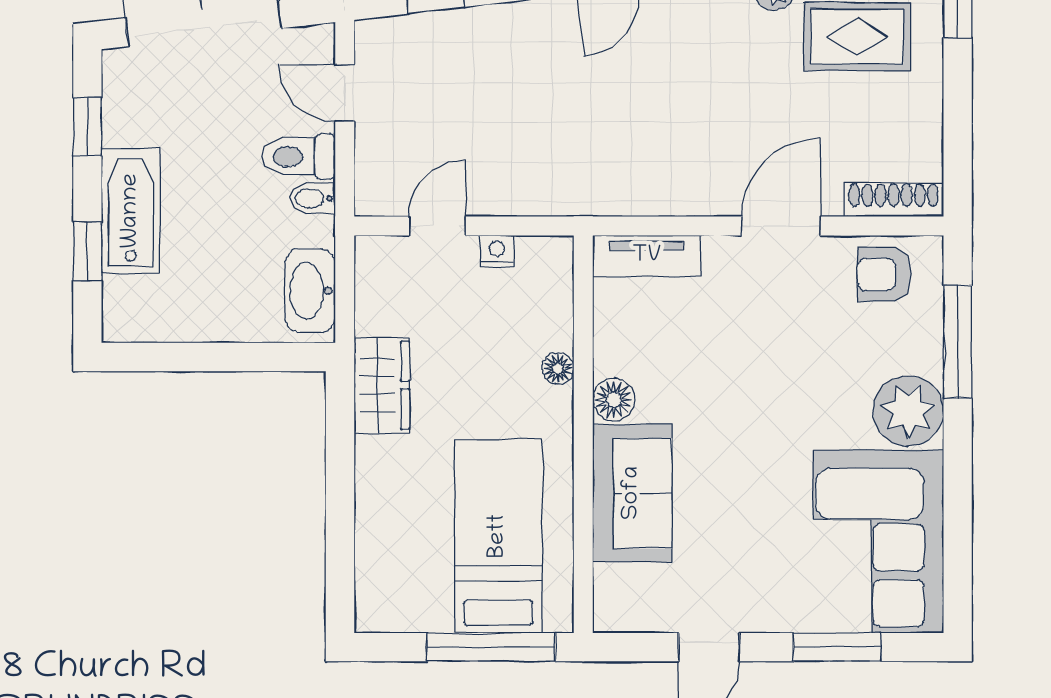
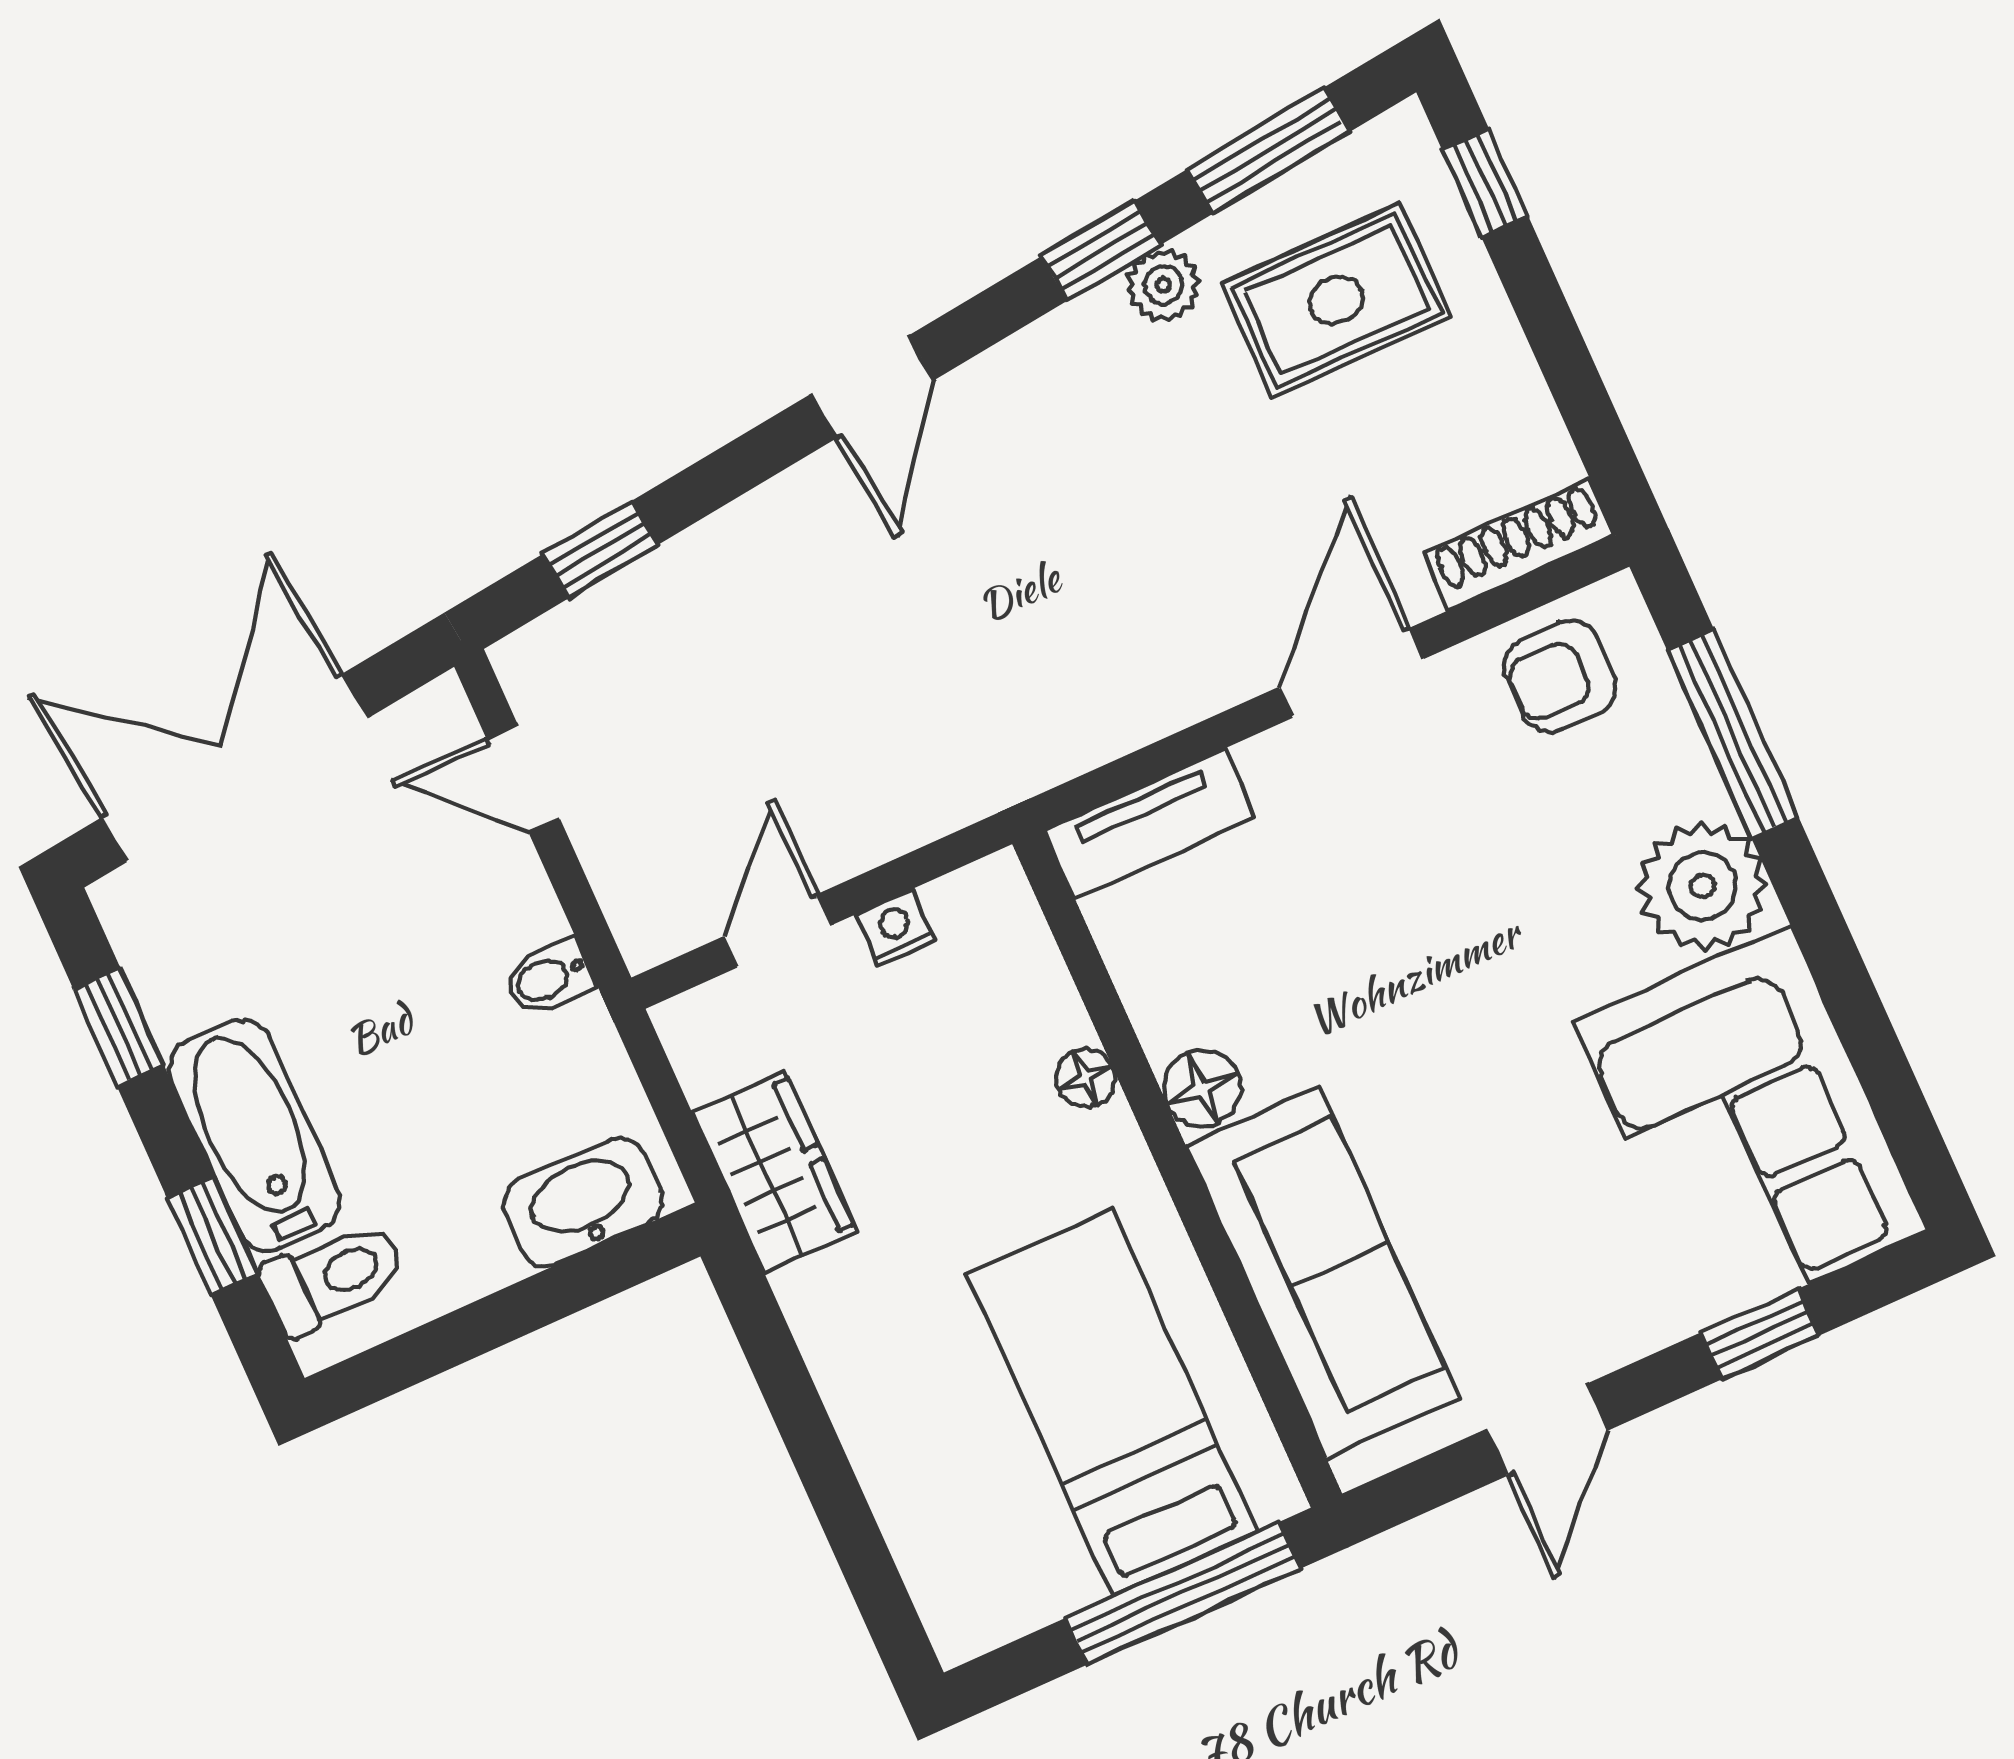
toilet: (298, 157) -> (333, 1277), moved, turned 180
washbasin: (310, 291) -> (583, 1202), moved, turned 90
wardrobe: (382, 385) -> (775, 1172), moved
sofa: (632, 493) -> (1322, 1272), width x1.36
window: (837, 647) -> (1760, 1334), width x0.67

